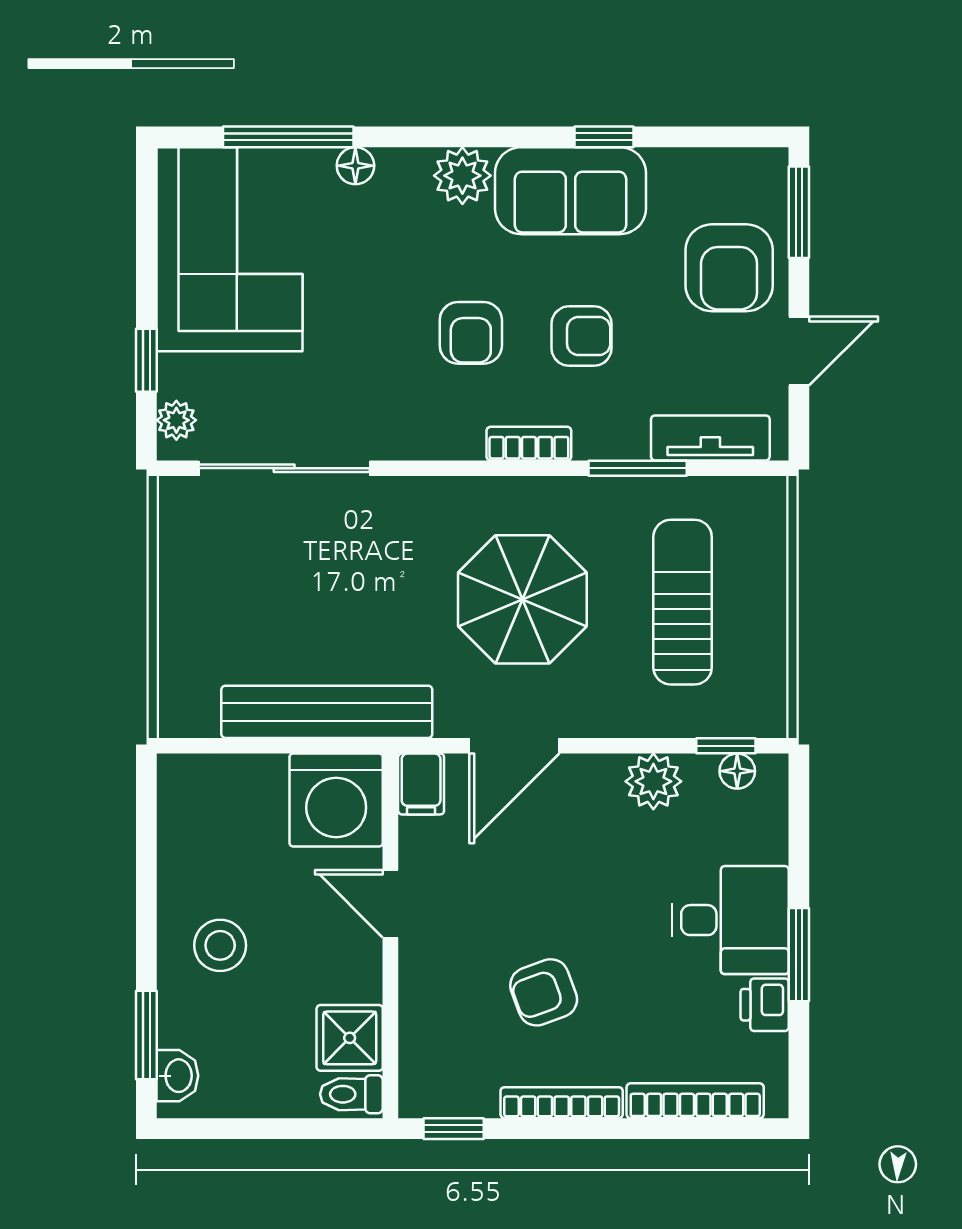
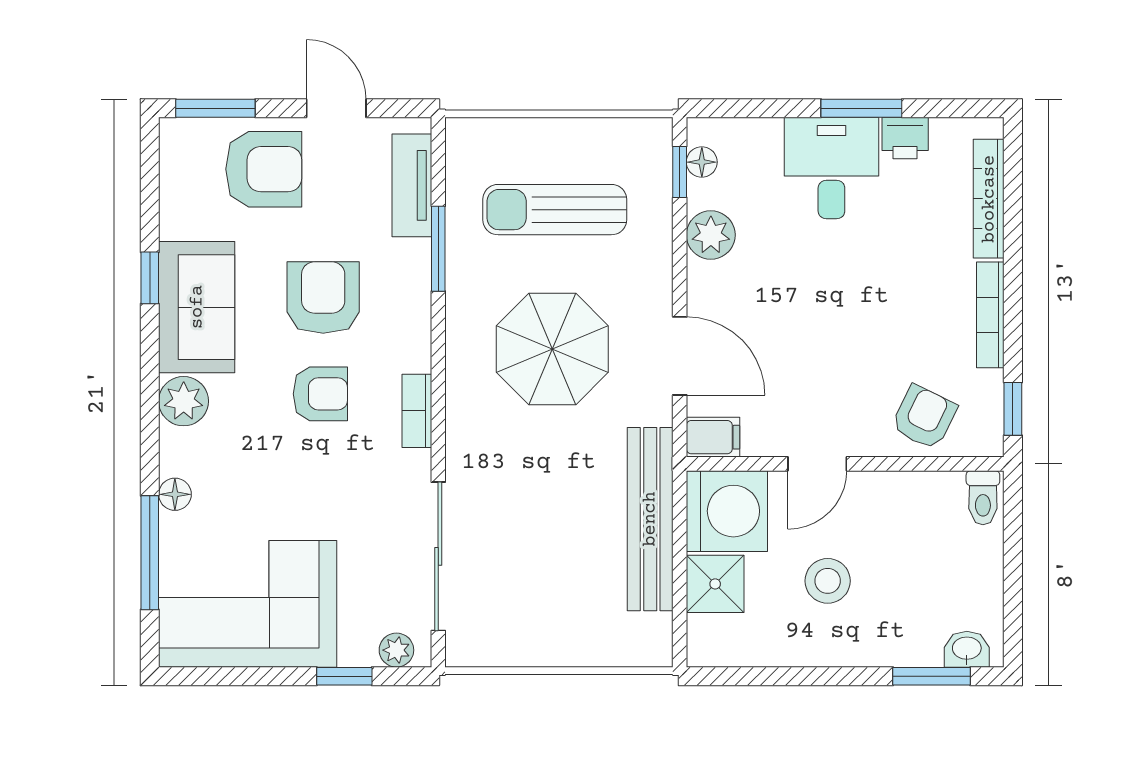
armchair: (581, 336) -> (323, 298), width x1.38, depth x1.38
bookcase: (529, 444) -> (417, 411), moved
stool: (220, 945) -> (828, 581), moved
armchair: (544, 992) -> (924, 417), moved, turned -134
shower: (350, 1038) -> (715, 584), moved

